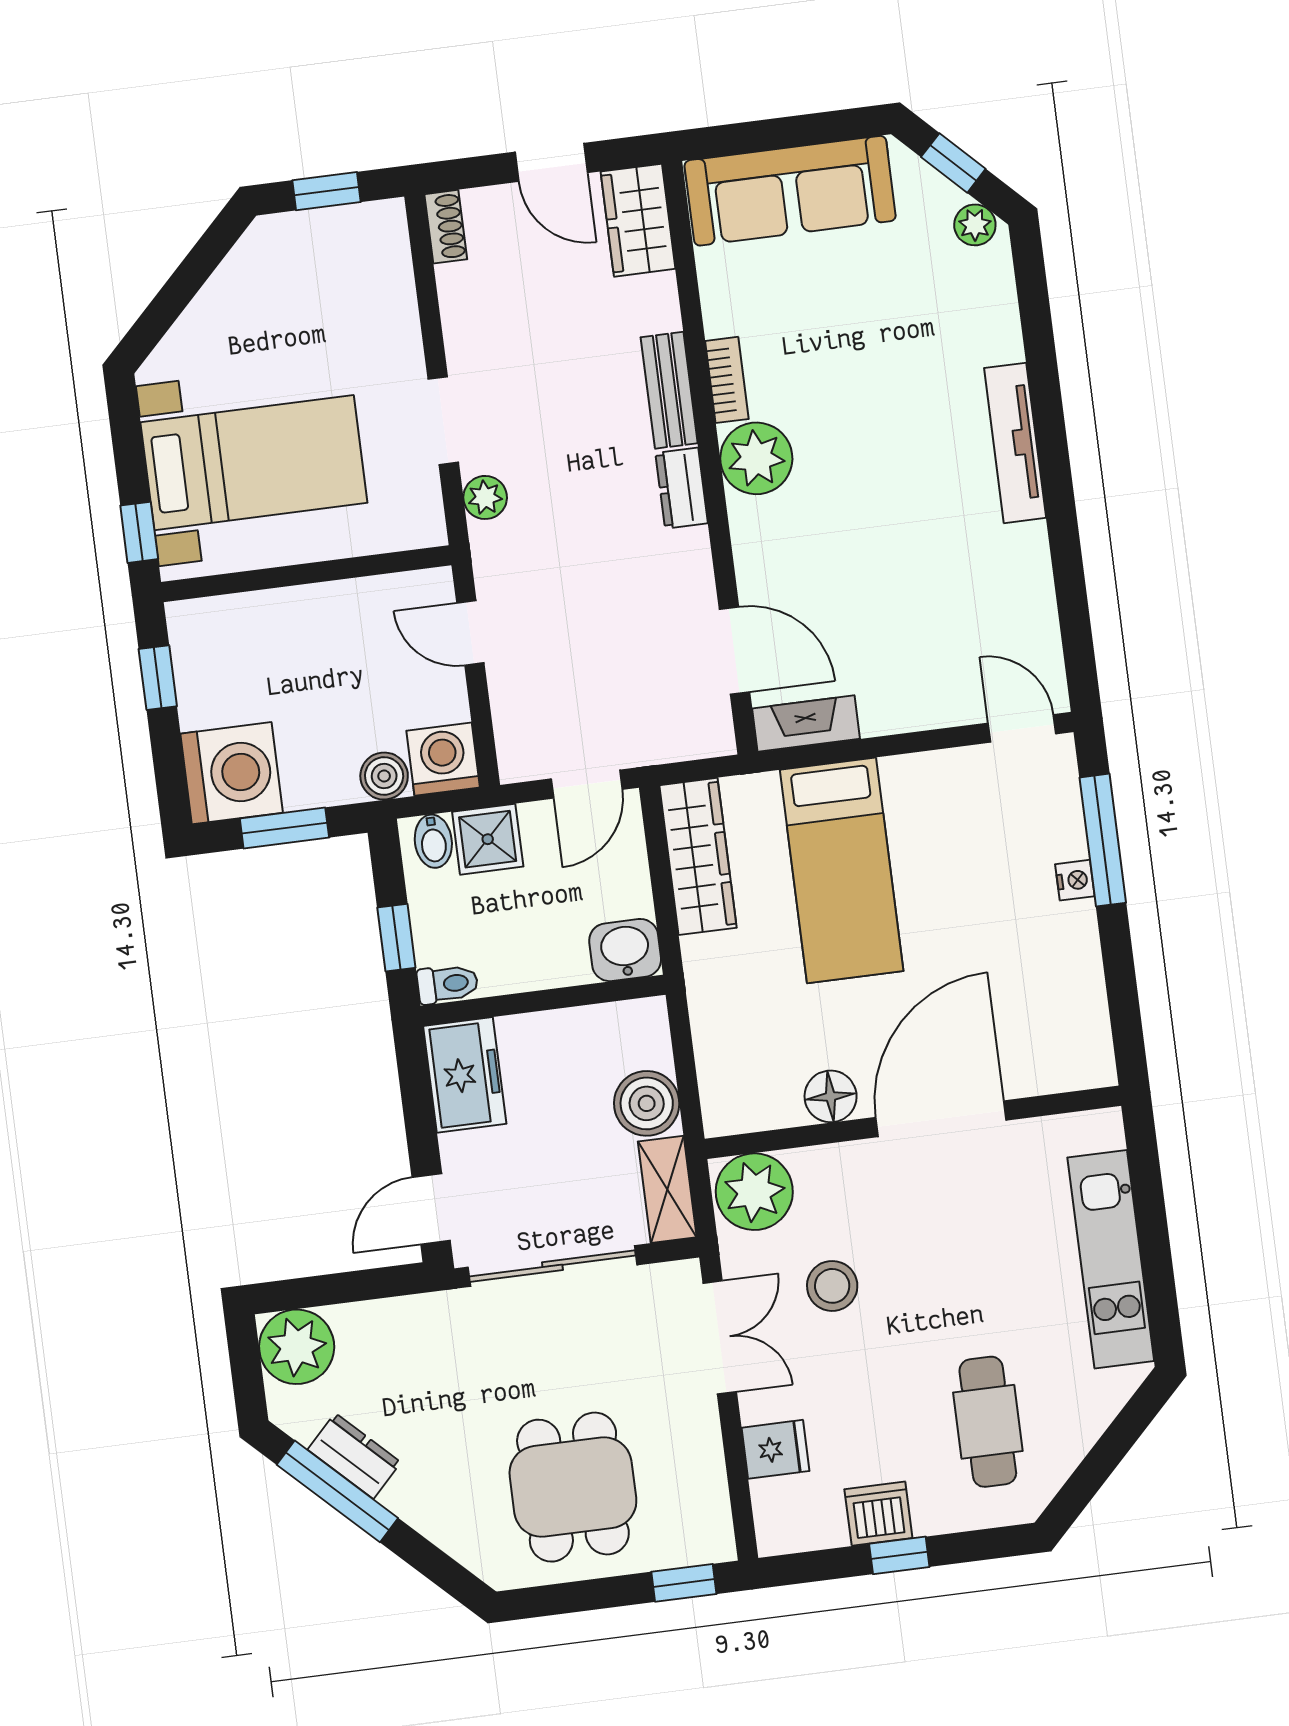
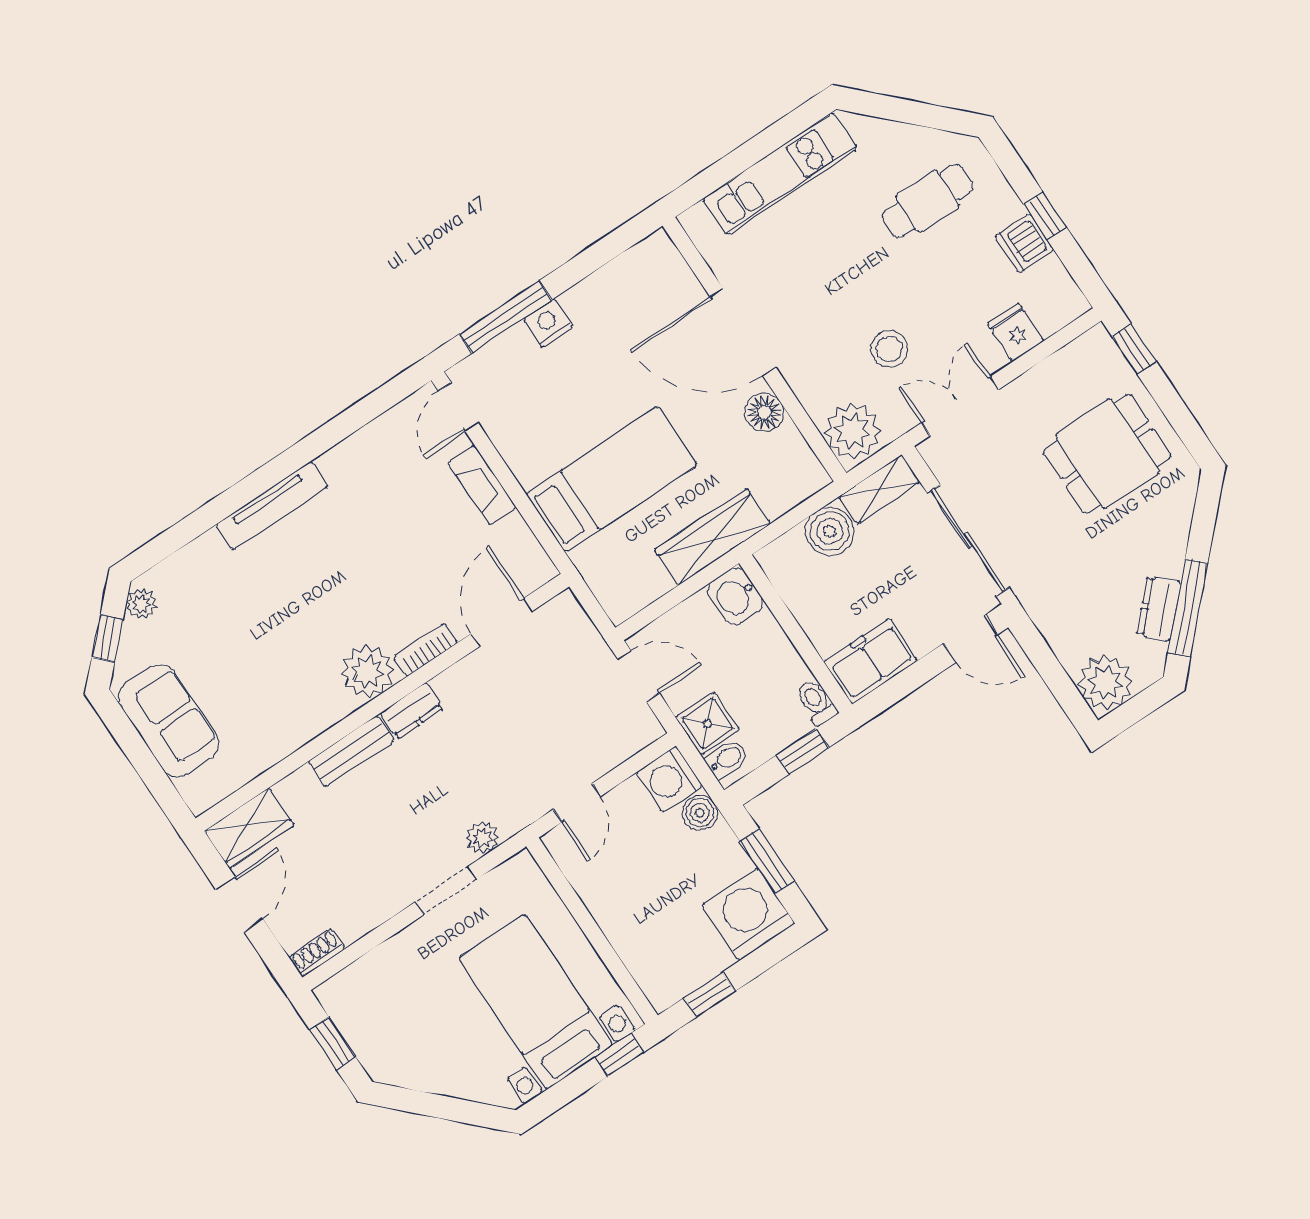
sofa: (790, 191) -> (168, 721), width x0.73
bookcase: (727, 380) -> (425, 650), moved
fireplace: (806, 724) -> (482, 485), moved
wardrobe: (698, 856) -> (712, 537), moved
nightstand: (1075, 880) -> (548, 323), width x1.39, depth x1.35

